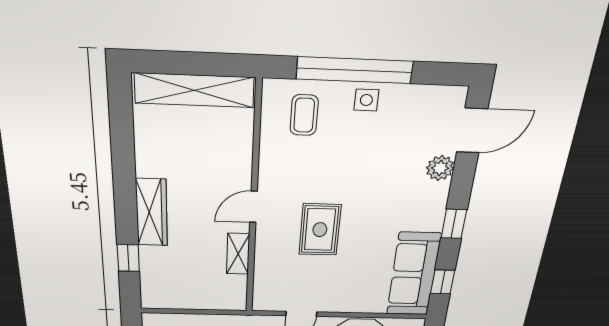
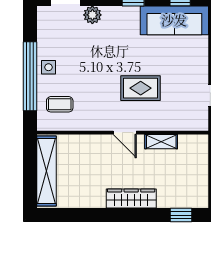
window: (128, 258) -> (181, 215), moved

